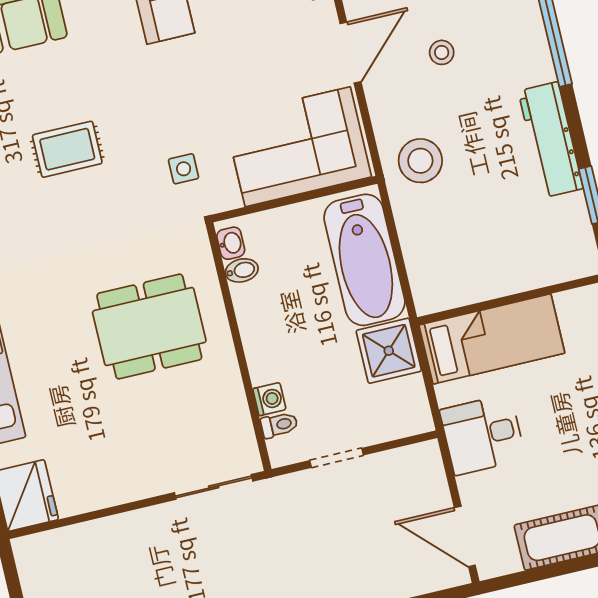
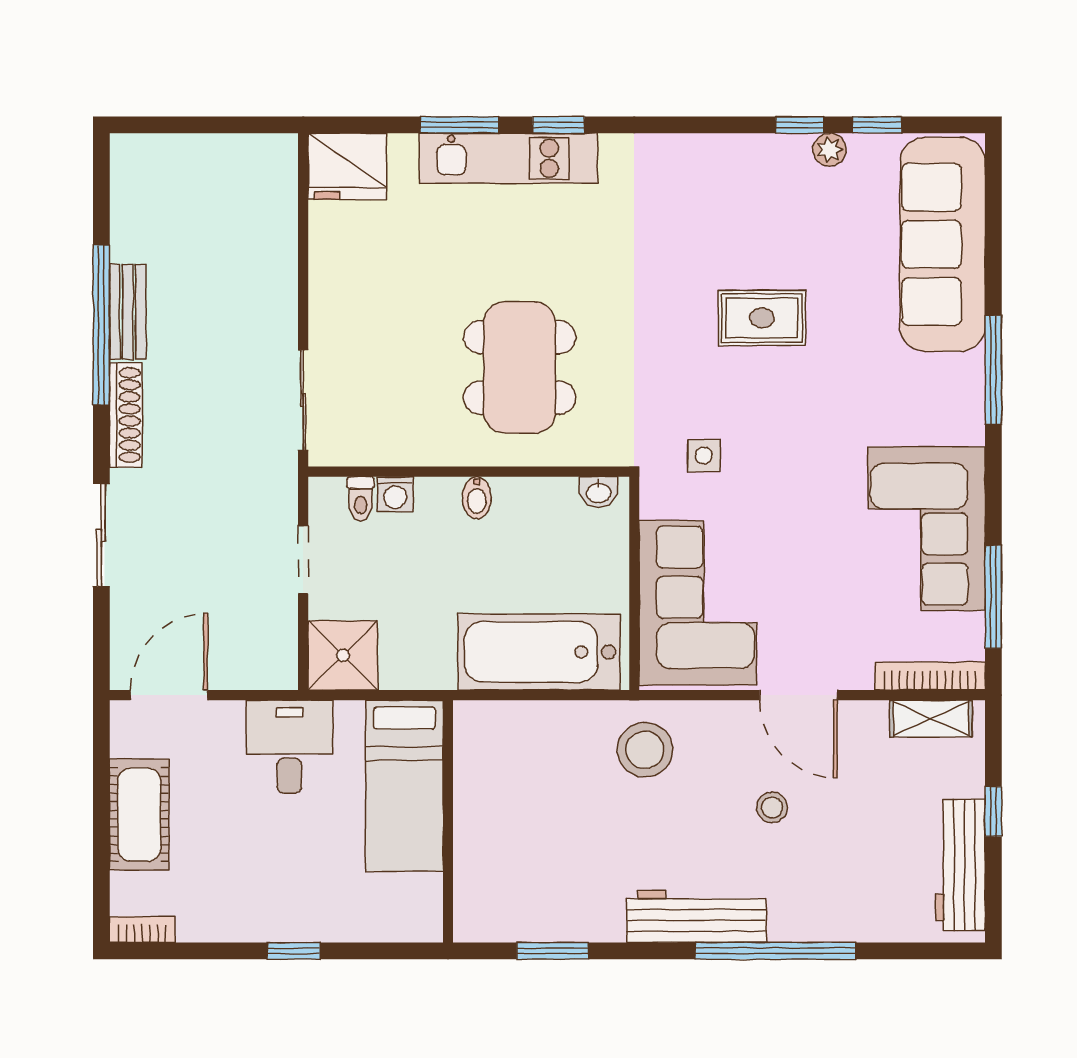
workbench: (551, 140) -> (696, 916), moved
rug: (67, 149) -> (762, 318), turned 90
bidet: (242, 270) -> (477, 498), moved
shower: (389, 351) -> (343, 655), moved

